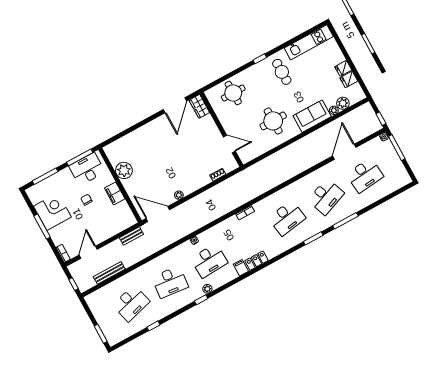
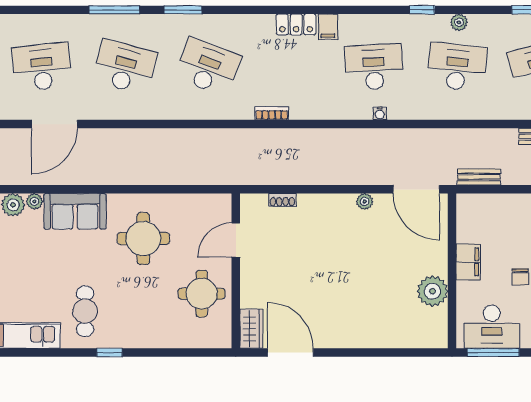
round table: (233, 93) -> (202, 294), moved
door: (175, 105) -> (290, 352), hinge flipped
door: (229, 144) -> (236, 240), hinge flipped
desk: (326, 197) -> (125, 67), turned 36
desk: (287, 218) -> (208, 67), turned 30
plant: (207, 289) -> (459, 22), moved

